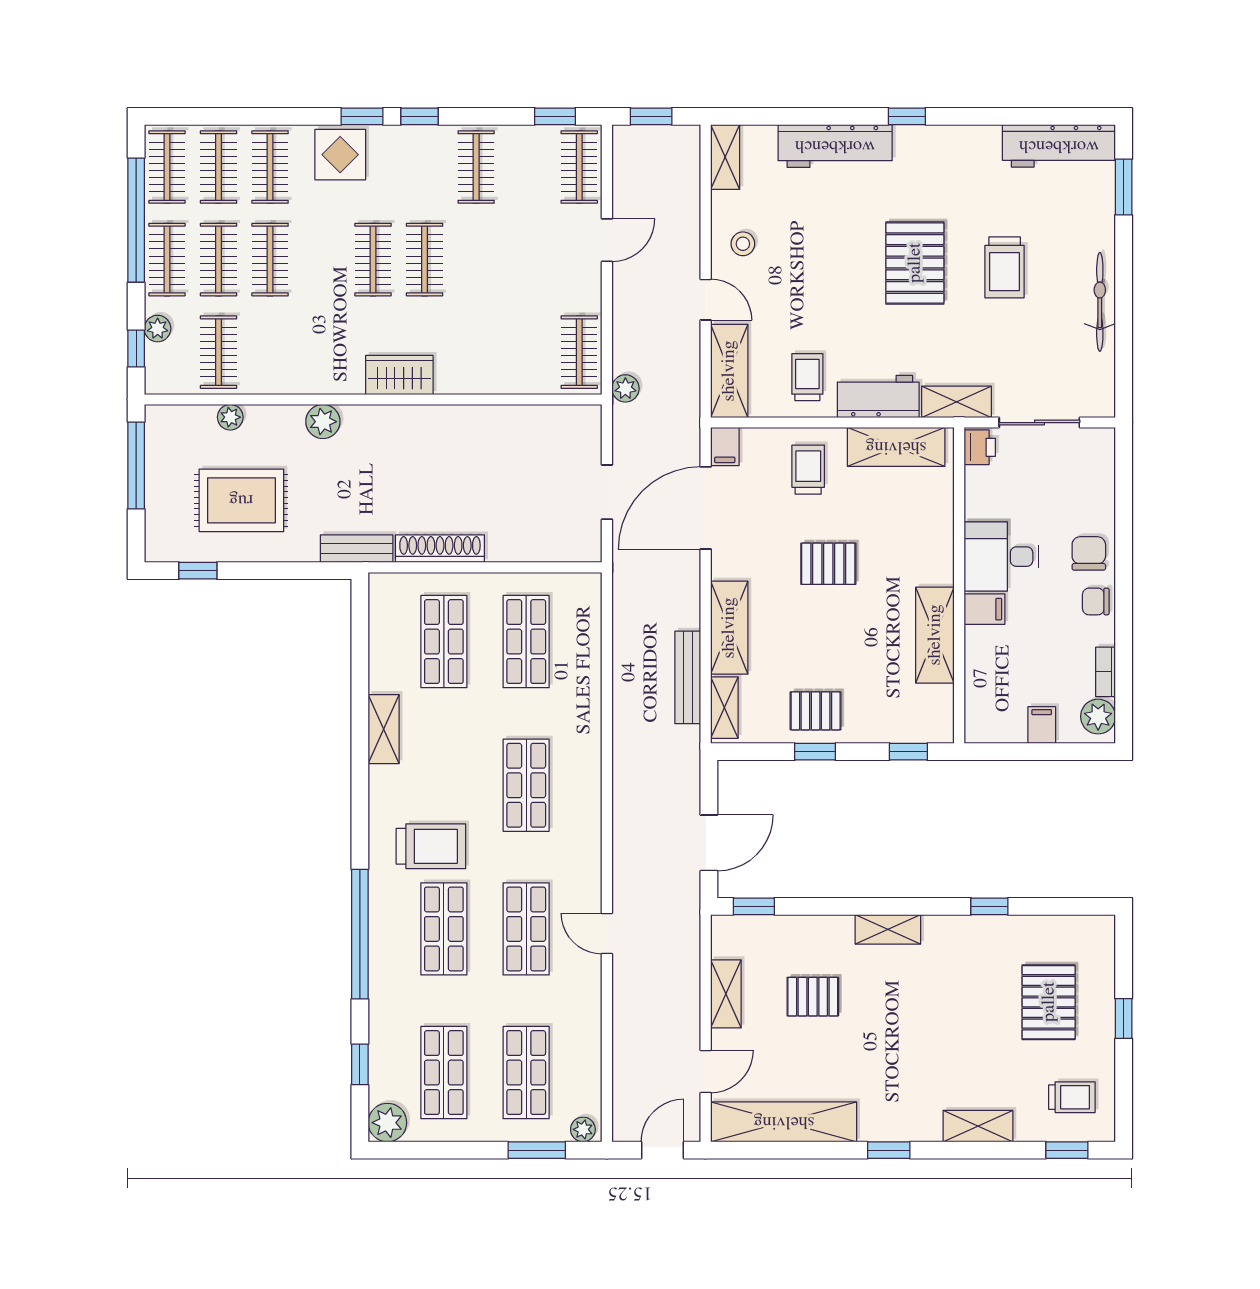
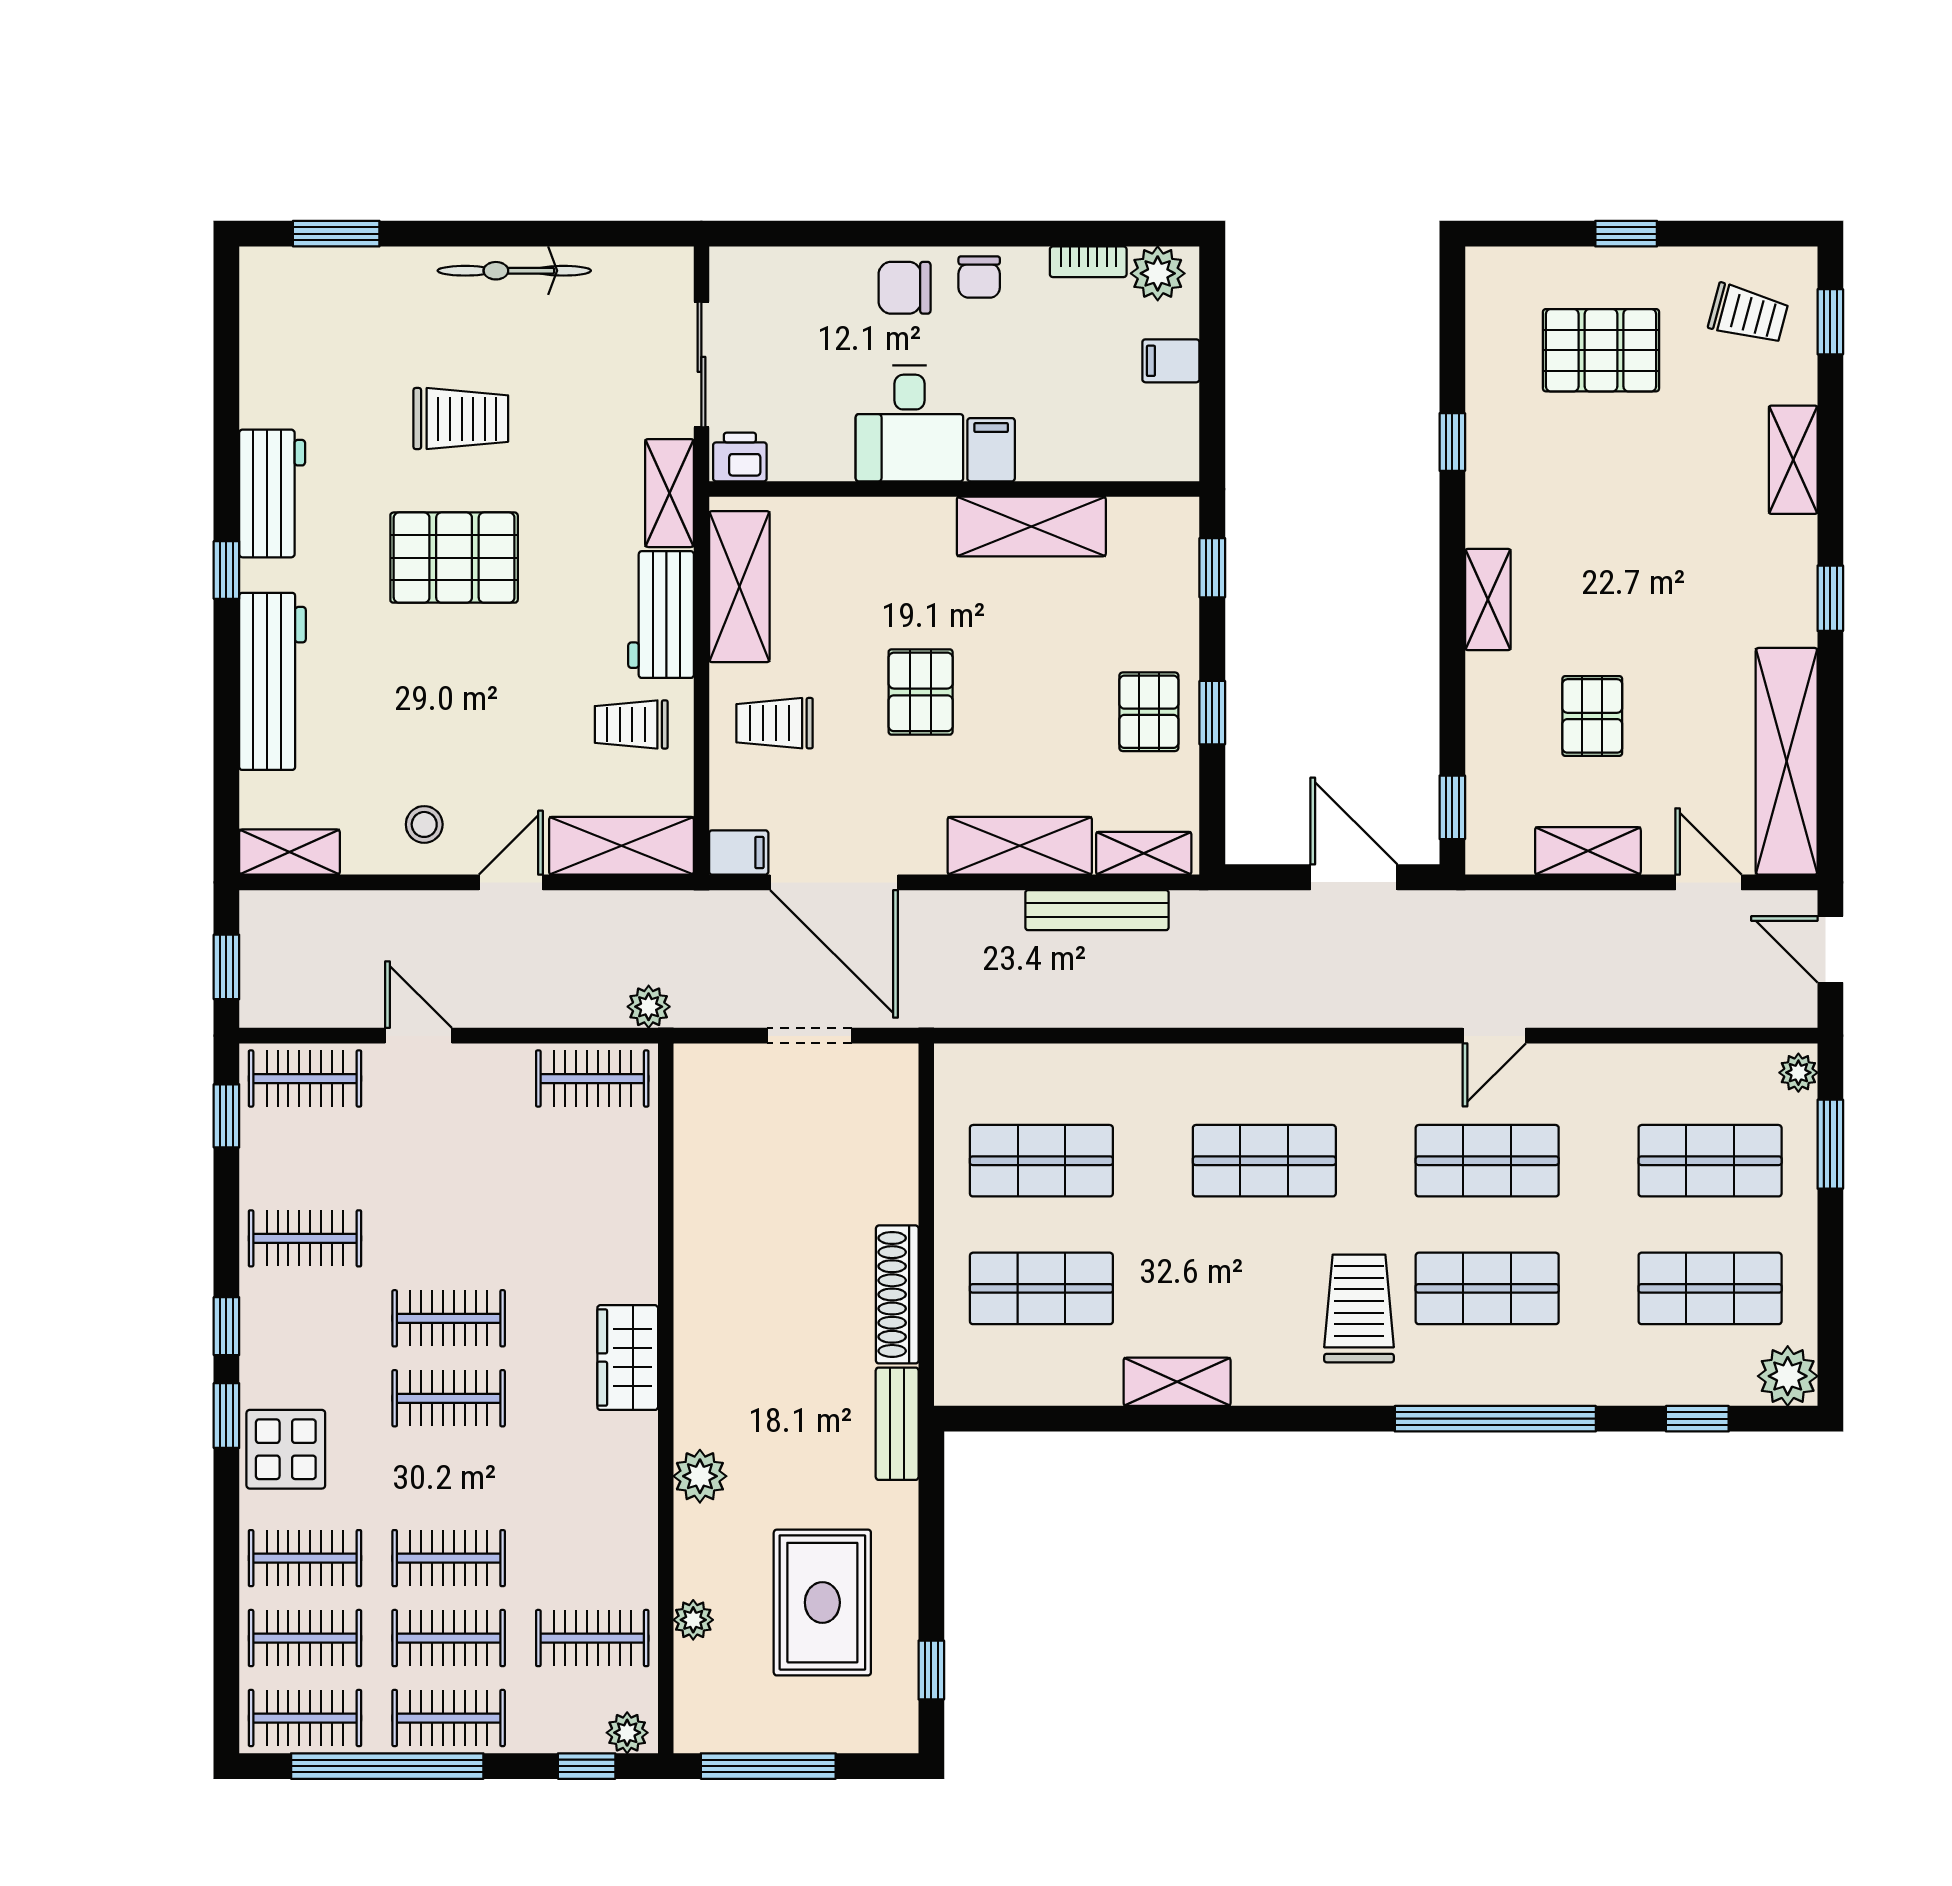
workbench: (1059, 146) -> (272, 493), moved, width x0.73
plant: (158, 329) -> (627, 1733), moved
trolley: (1072, 1097) -> (1748, 314), turned 105

